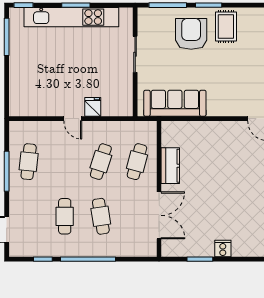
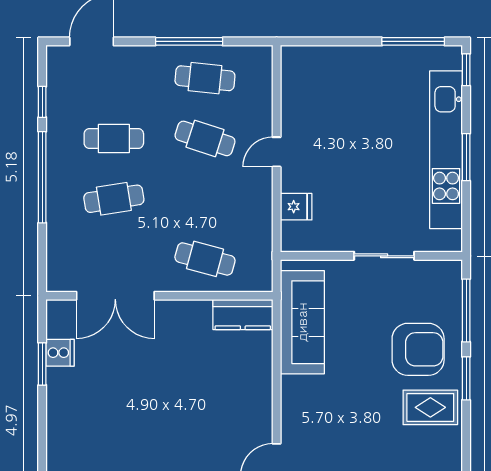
fridge: (93, 107) -> (296, 207), moved
cafe table: (101, 162) -> (205, 138), moved
kitchen counter: (170, 166) -> (243, 315), moved
cooker: (223, 249) -> (60, 353), moved

